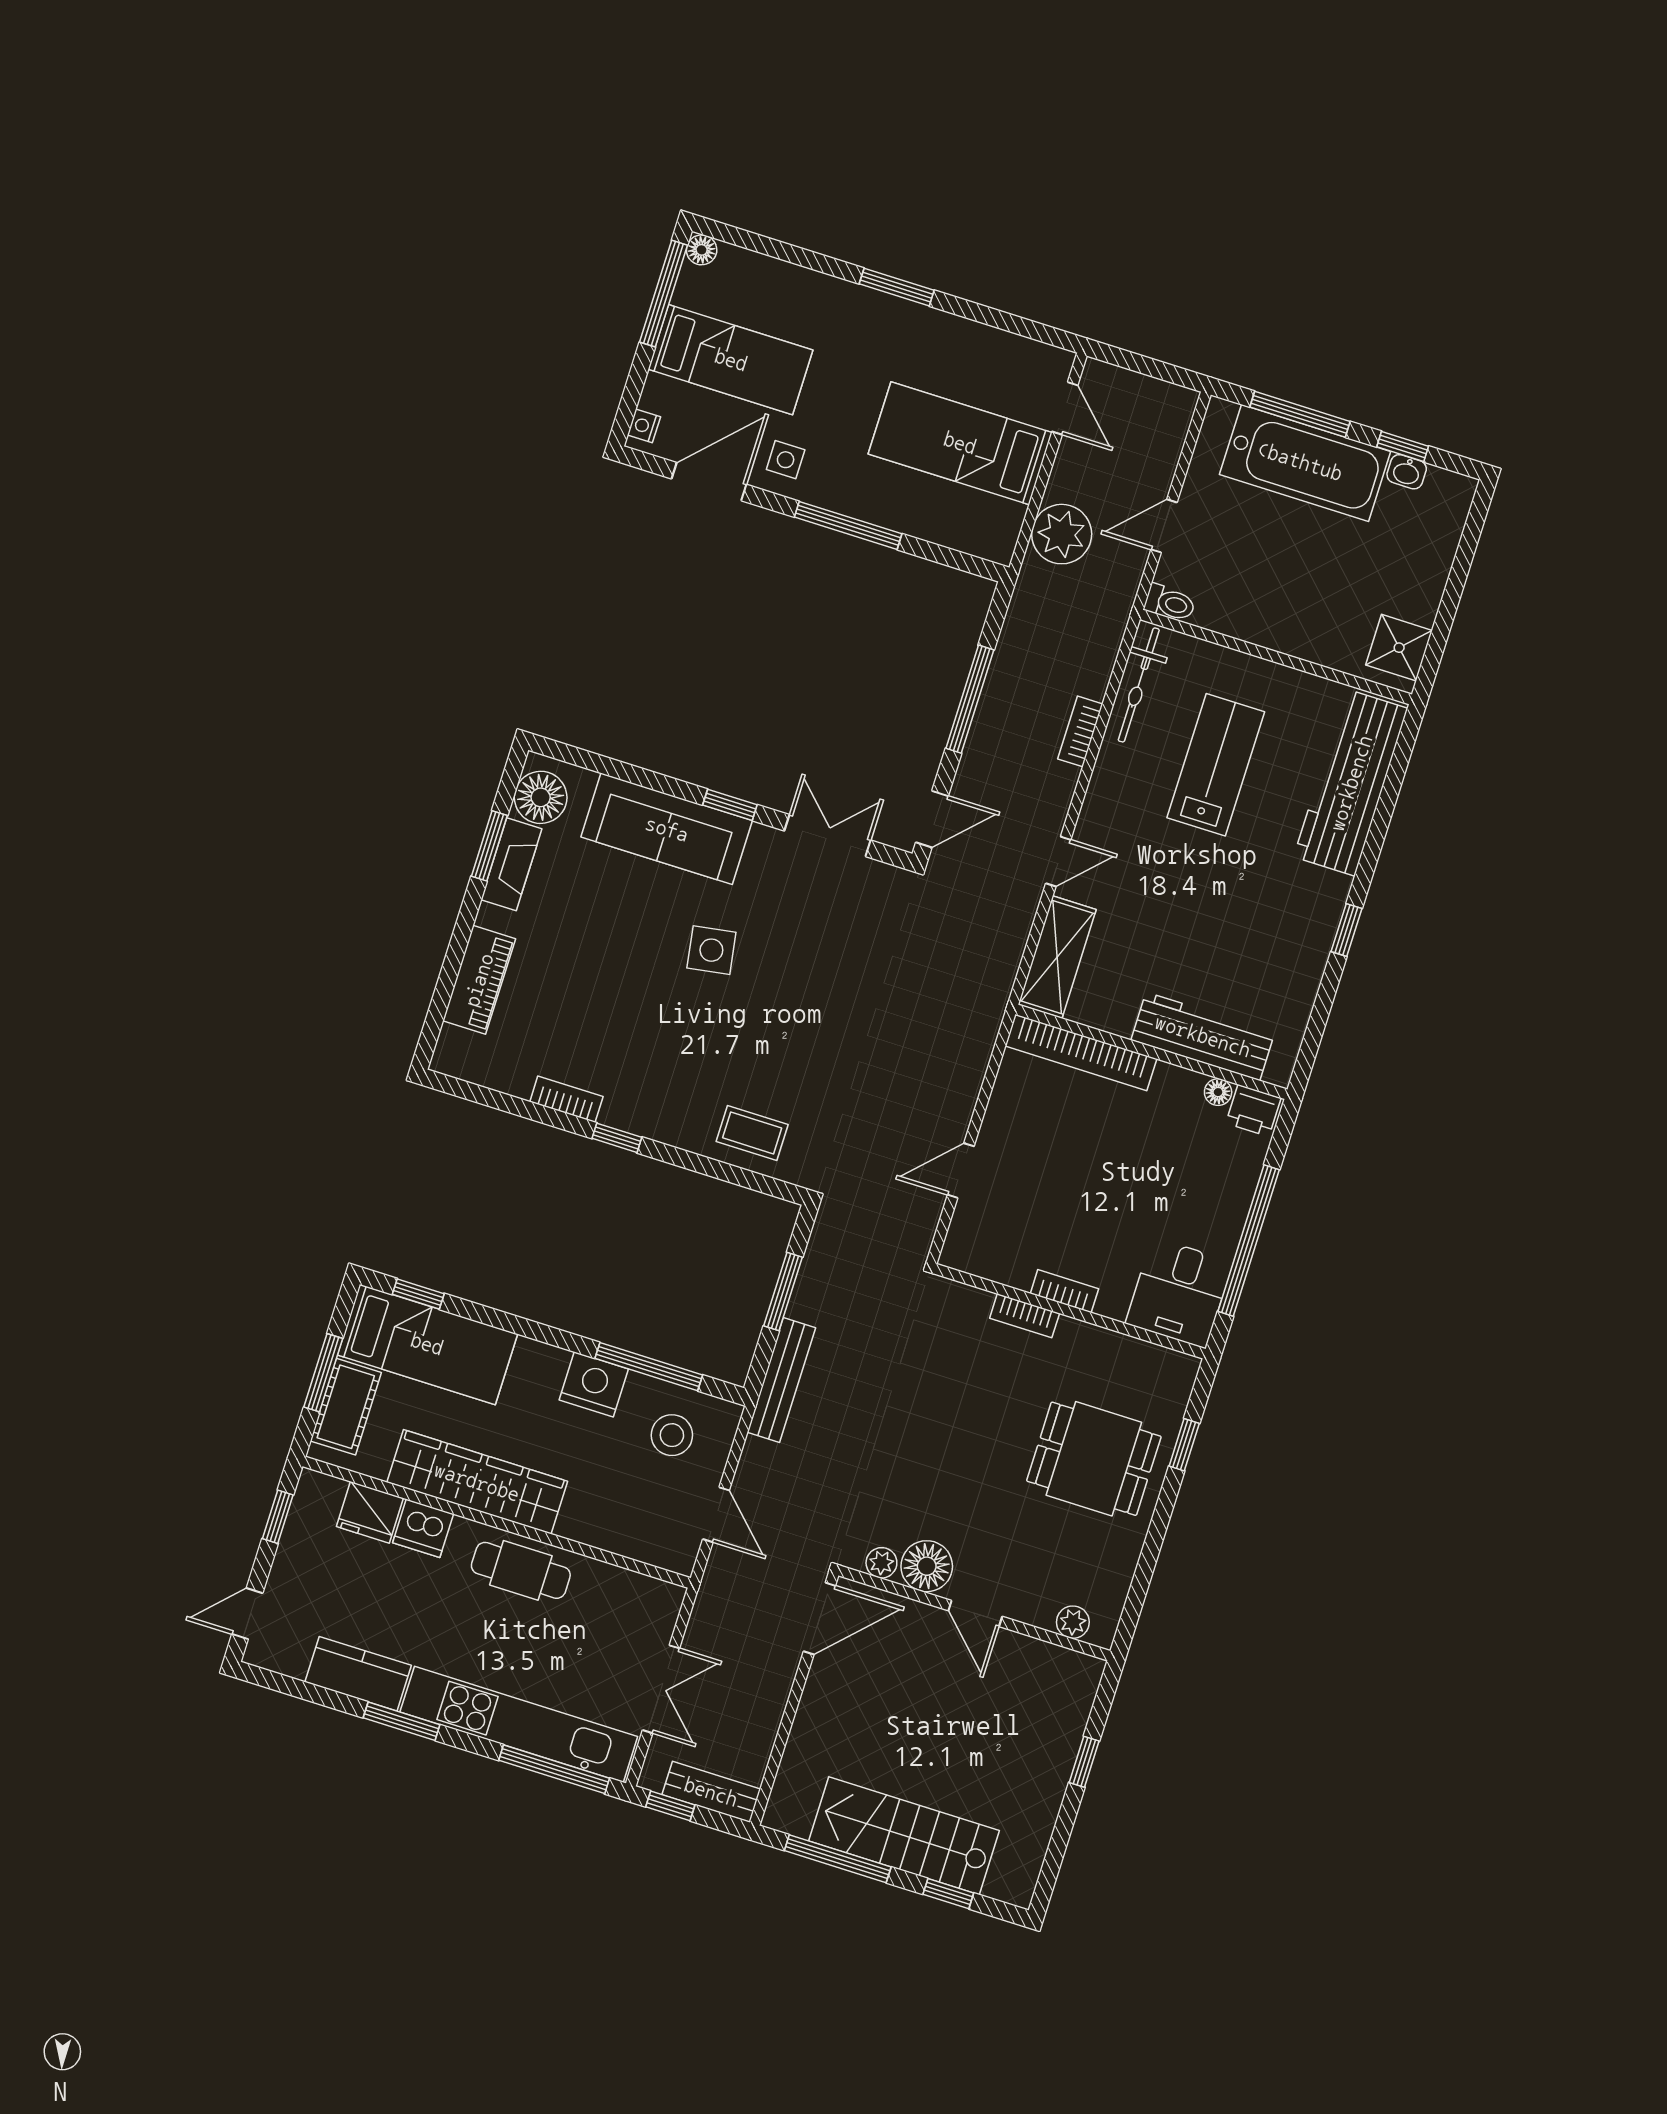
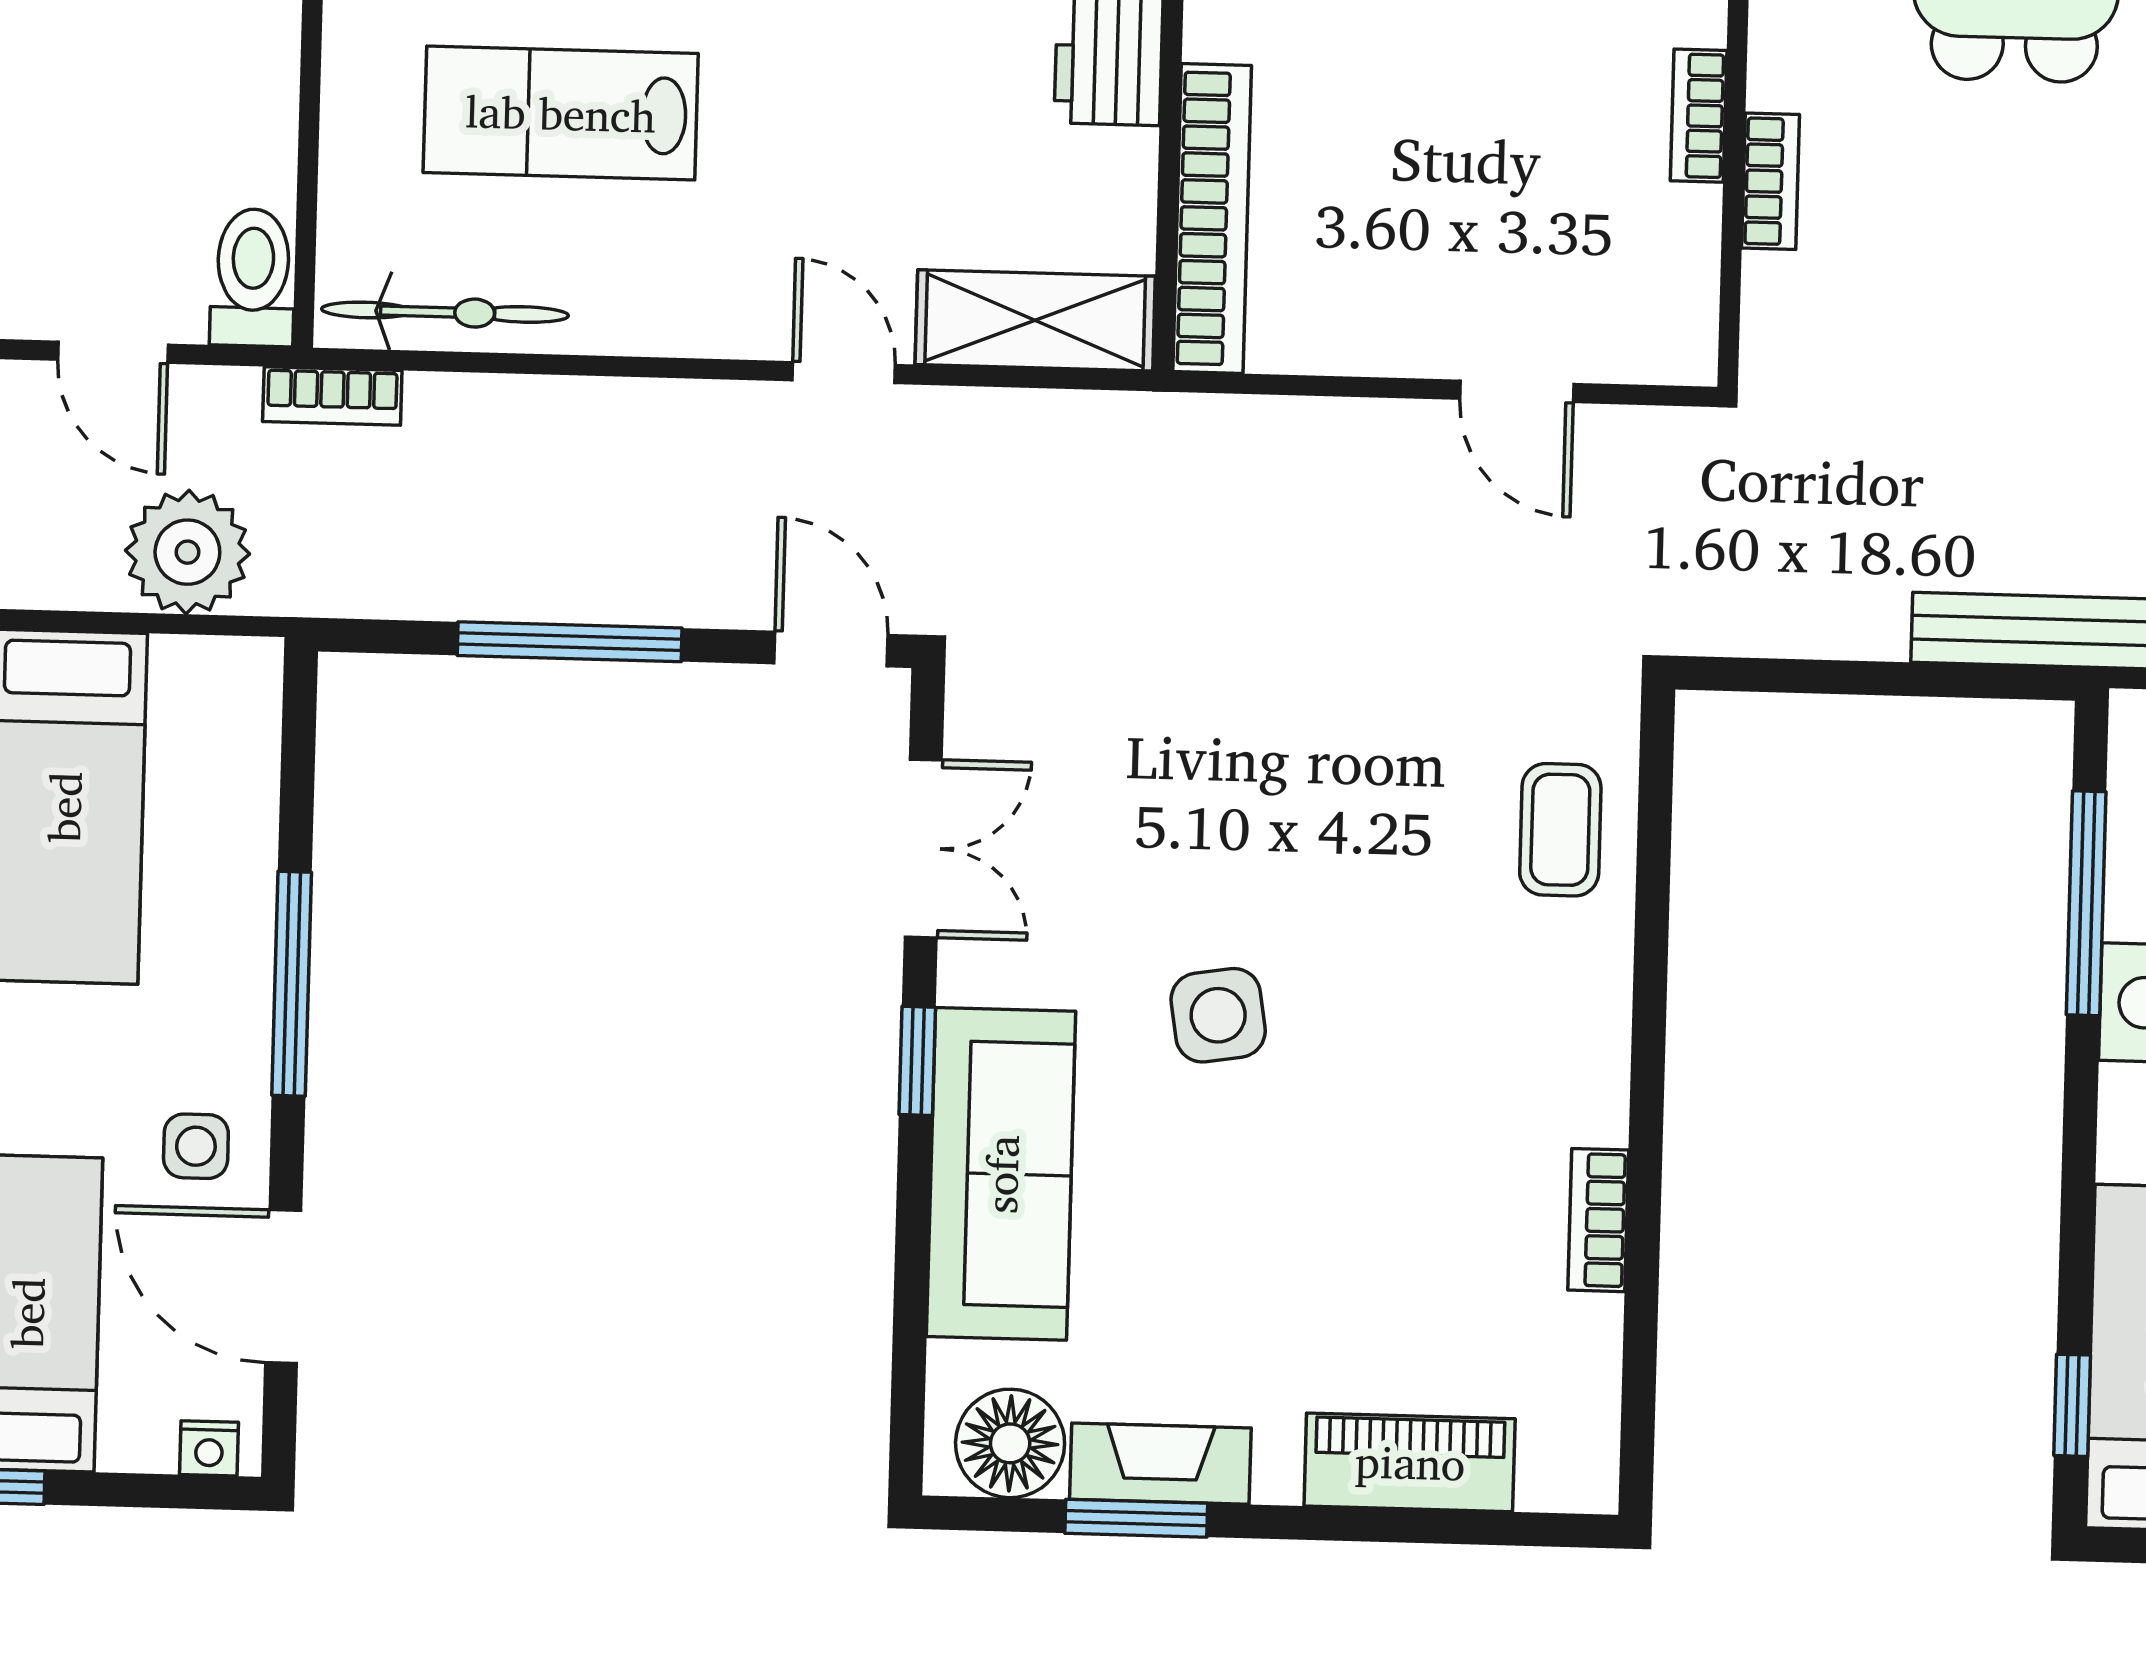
toilet: (1170, 603) -> (253, 277), width x1.37, depth x1.39
bookcase: (1080, 731) -> (332, 396), moved
double door: (827, 836) -> (923, 848), swing flipped
window: (617, 1138) -> (1647, 1097), removed
window: (783, 1292) -> (1860, 678), removed

